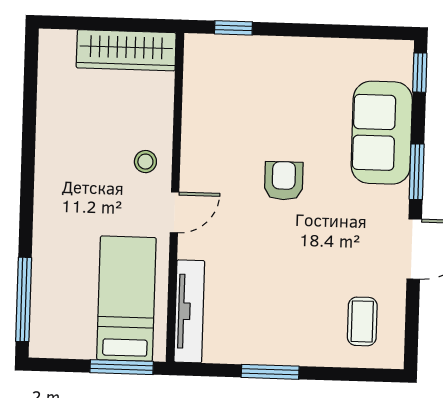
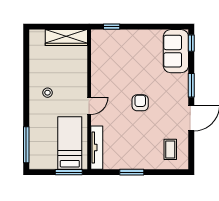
sofa: (382, 133) -> (176, 51), moved
stool: (145, 162) -> (48, 93), moved
armchair: (284, 181) -> (140, 103), moved

